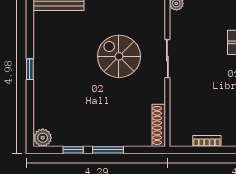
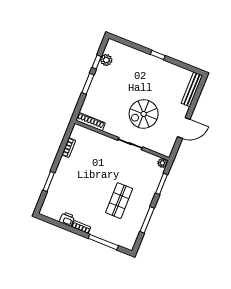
spiral stairs: (119, 56) -> (144, 114), turned 180
plant: (43, 138) -> (106, 60), moved

